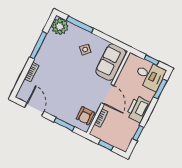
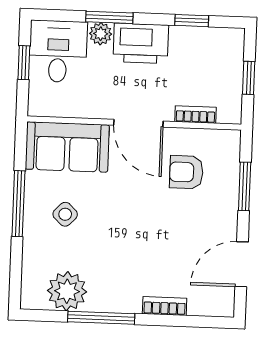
window: (80, 24) -> (18, 204), moved
plant: (60, 26) -> (67, 291), moved
window: (160, 89) -> (109, 17), moved
door: (108, 94) -> (138, 123), swing flipped
plant: (149, 95) -> (101, 34), added
armchair: (85, 116) -> (186, 172), moved, turned 180

